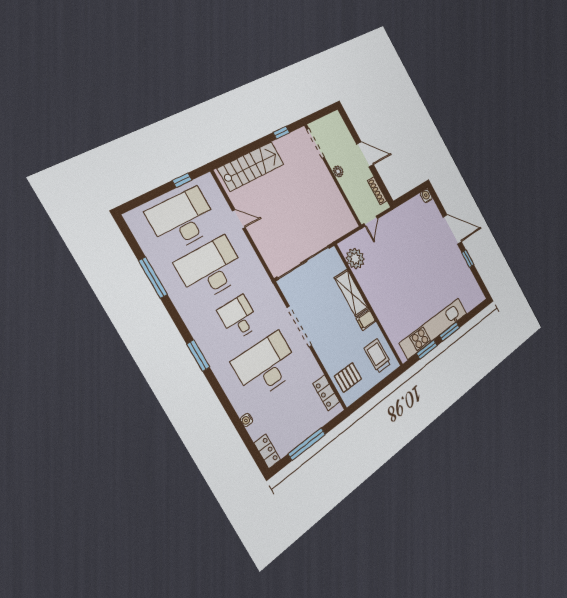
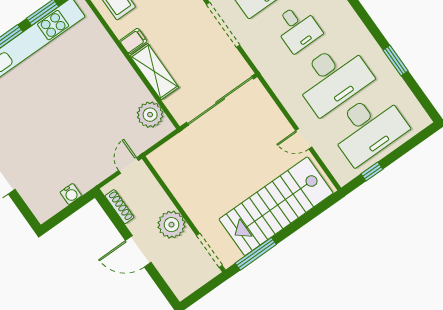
window: (281, 133) -> (256, 254), width x2.17
stairs: (251, 166) -> (276, 206), width x1.36, depth x1.51
plant: (338, 171) -> (172, 225), width x1.87, depth x1.87
water cooler: (426, 196) -> (71, 194), moved
window: (153, 278) -> (396, 60), width x0.69

